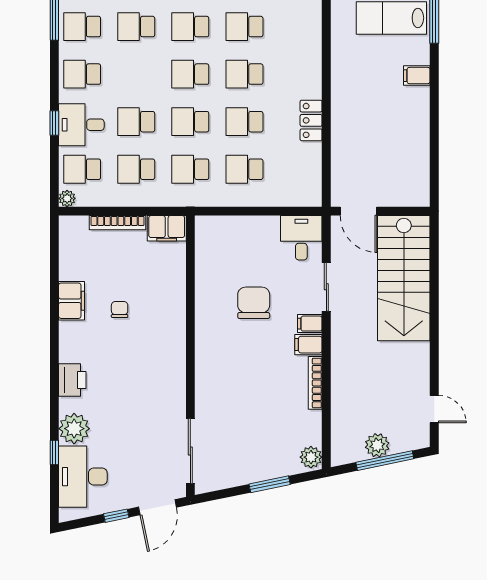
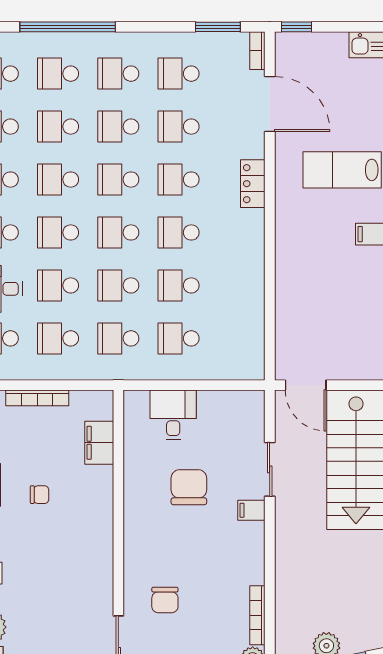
school desk: (136, 74) -> (58, 232), added
locker: (311, 120) -> (253, 184), moved
filing cabinet: (167, 228) -> (99, 443), moved, turned 90
desk: (301, 238) -> (173, 415), moved
chair: (120, 310) -> (40, 495), turned 90
filing cabinet: (308, 345) -> (250, 534), removed
bookcase: (315, 383) -> (257, 615), moved
chair: (232, 404) -> (165, 600), added

